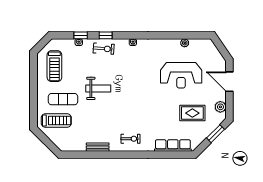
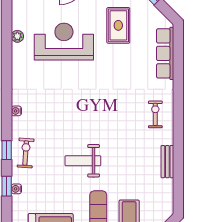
reception desk: (181, 75) -> (64, 42), turned -90
weight bench: (98, 88) -> (83, 161), turned -90

